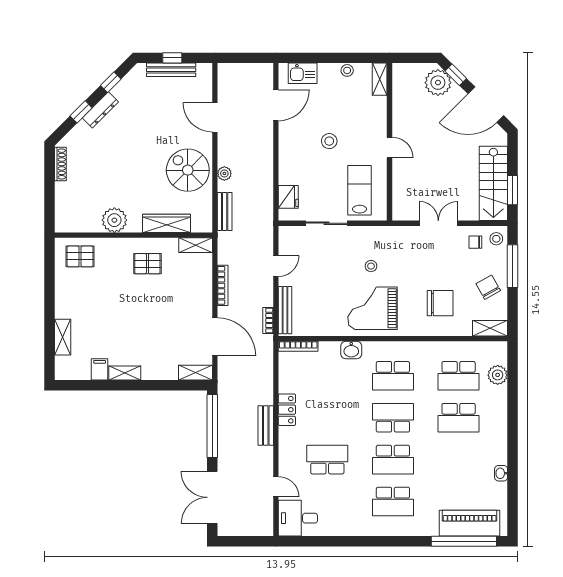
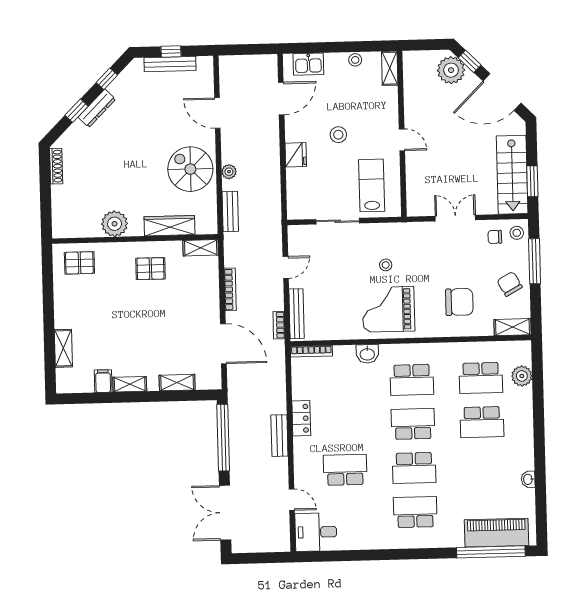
fridge: (288, 197) -> (296, 155), moved
shelving: (195, 373) -> (177, 383), moved
school desk: (393, 502) -> (415, 512), turned 180

